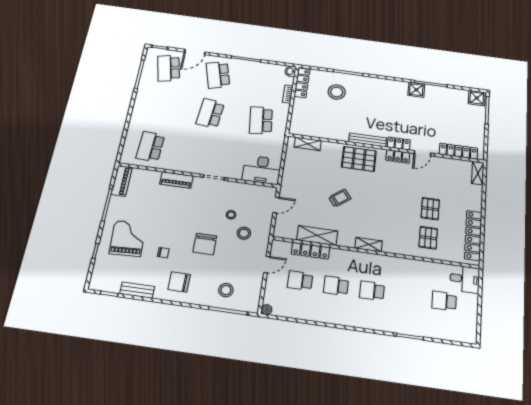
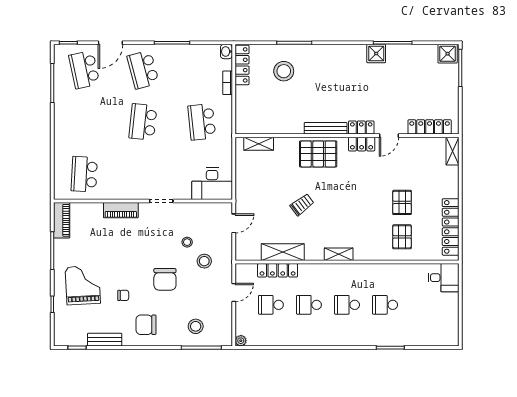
school desk: (444, 301) -> (385, 305), moved

